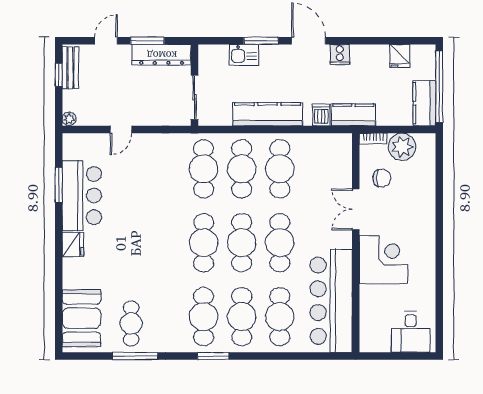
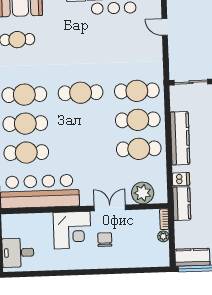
plant: (402, 147) -> (163, 236), width x0.53, depth x0.53
plant: (338, 166) -> (143, 193), added
chair: (382, 178) -> (105, 240), moved, turned 180
cafe table: (242, 243) -> (82, 122), removed
cafe table: (280, 243) -> (82, 151), removed

